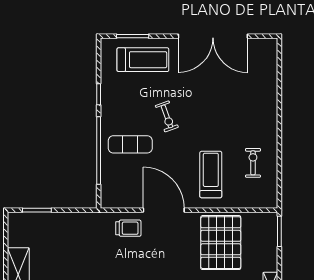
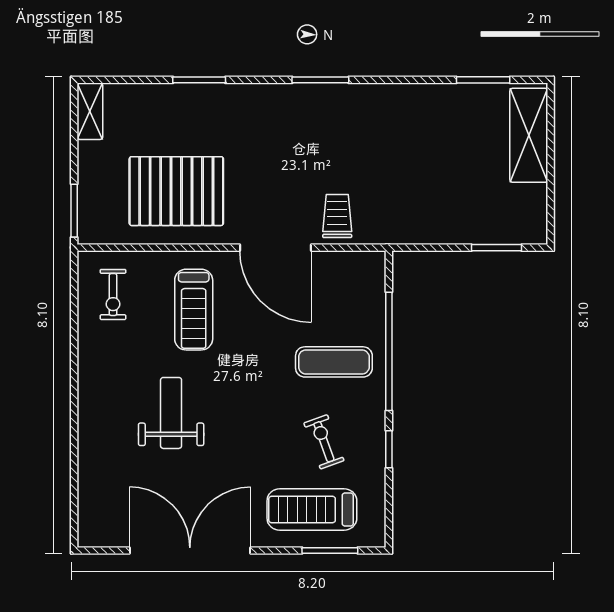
weight bench: (224, 115) -> (171, 413), added
exercise bike: (167, 116) -> (324, 442), moved
exercise bike: (253, 163) -> (113, 295), moved
trolley: (128, 228) -> (337, 216), turned 90
pallet: (221, 243) -> (176, 191), turned 90

